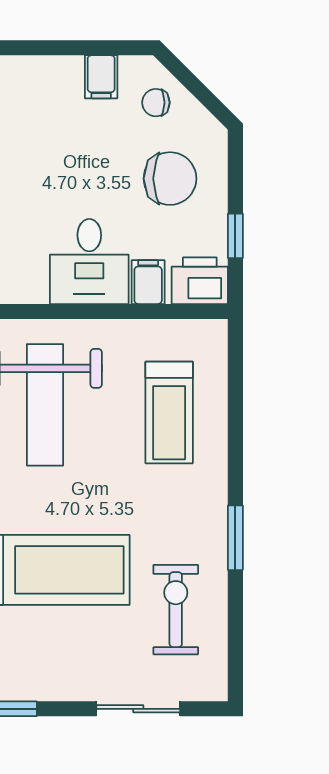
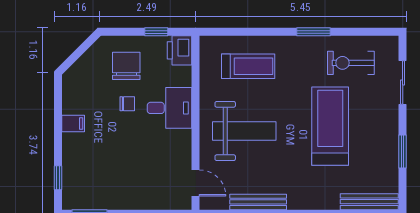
filing cabinet: (101, 77) -> (73, 124), moved
chair: (156, 103) -> (127, 104), moved, turned -90
filing cabinet: (148, 282) -> (180, 77), removed

